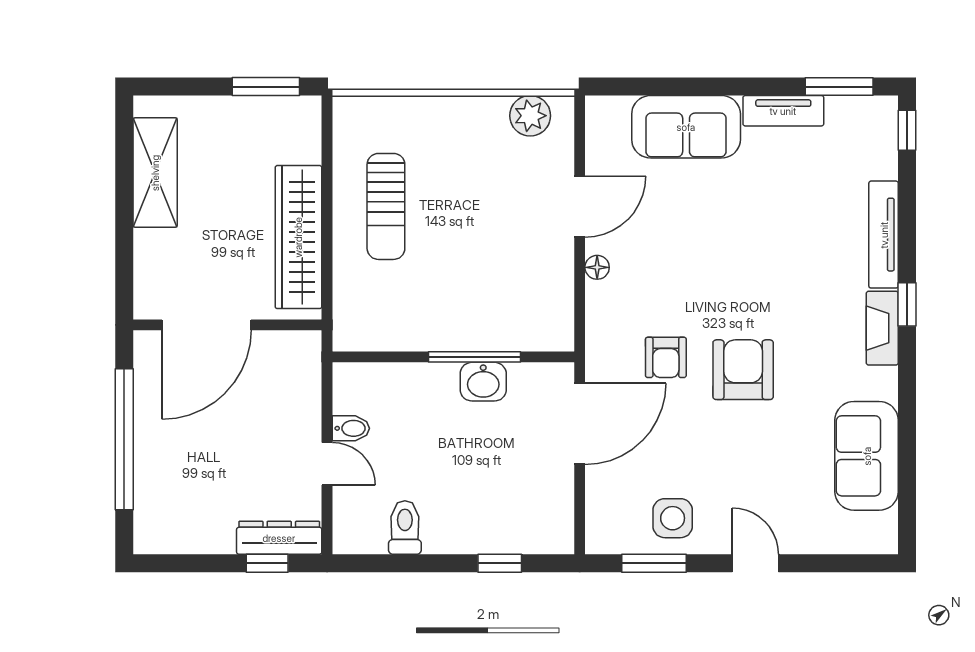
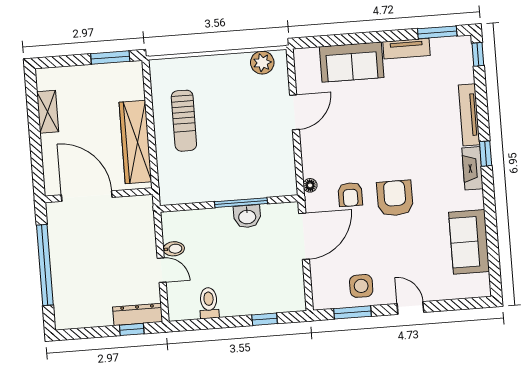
shelving: (155, 173) -> (48, 112), width x0.67, depth x0.75
floor lamp: (597, 267) -> (310, 185), moved
door: (206, 325) -> (87, 196), swing flipped

